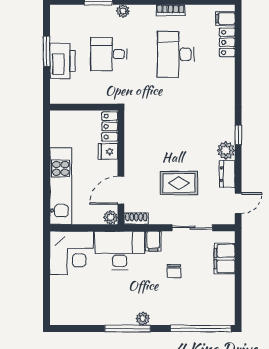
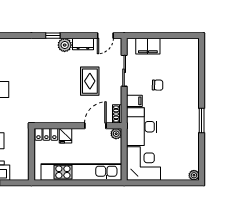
kitchen unit: (61, 186) -> (81, 172), width x1.36
door: (121, 190) -> (95, 126), swing flipped
door: (238, 203) -> (105, 36), swing flipped
plant: (143, 319) -> (194, 175), moved
window: (128, 328) -> (202, 121), width x0.69
window: (201, 328) -> (202, 64), removed

